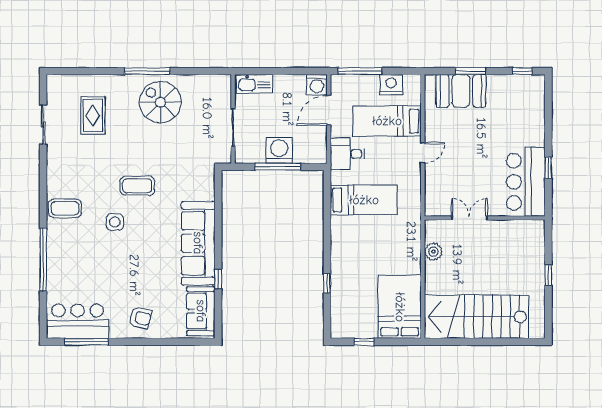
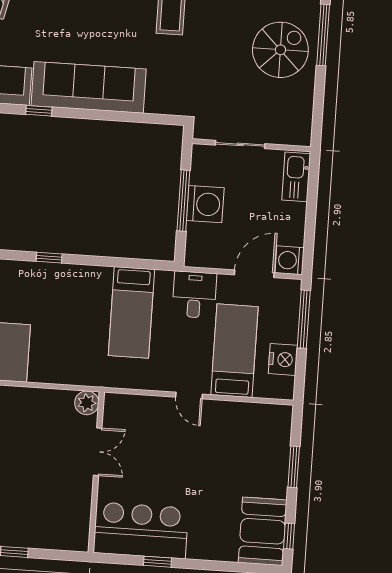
booth: (461, 91) -> (263, 531), moved
door: (329, 110) -> (254, 274), hinge flipped
plant: (433, 252) -> (87, 403), moved
window: (327, 284) -> (49, 258), moved

